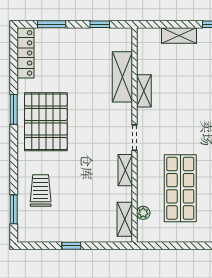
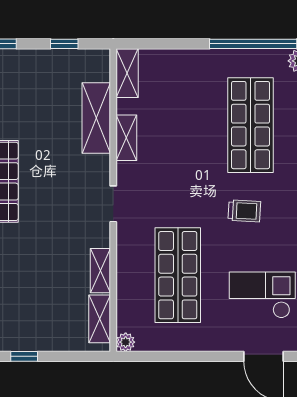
shelving: (179, 36) -> (127, 73), moved, turned 90
shelving: (125, 170) -> (100, 271), moved
plant: (143, 213) -> (126, 342), moved

